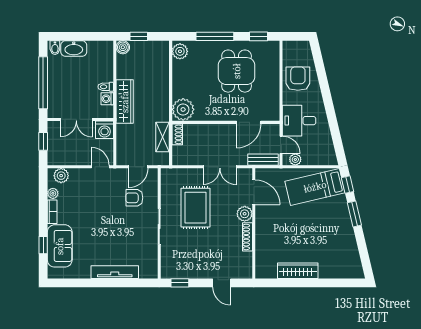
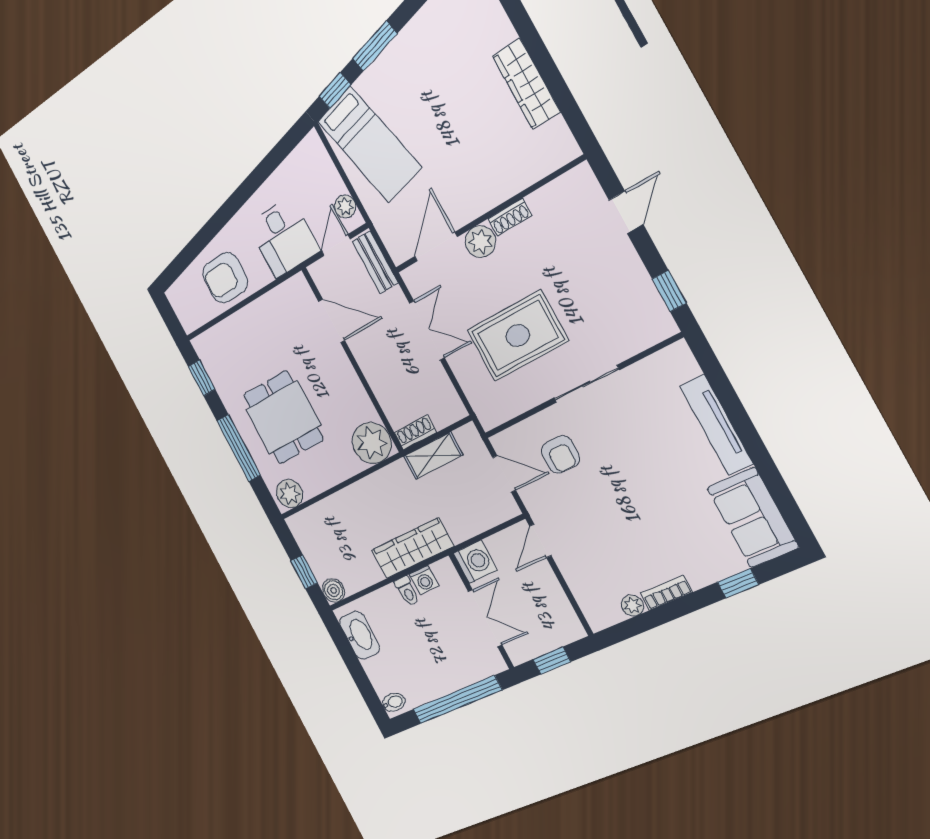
washbasin: (74, 49) -> (359, 635), moved
dining table: (237, 71) -> (283, 417), moved, turned 90
plant: (61, 176) -> (593, 604), removed
shoe rack: (247, 237) -> (510, 217), width x0.70
sofa: (60, 246) -> (753, 517), moved, turned -90

